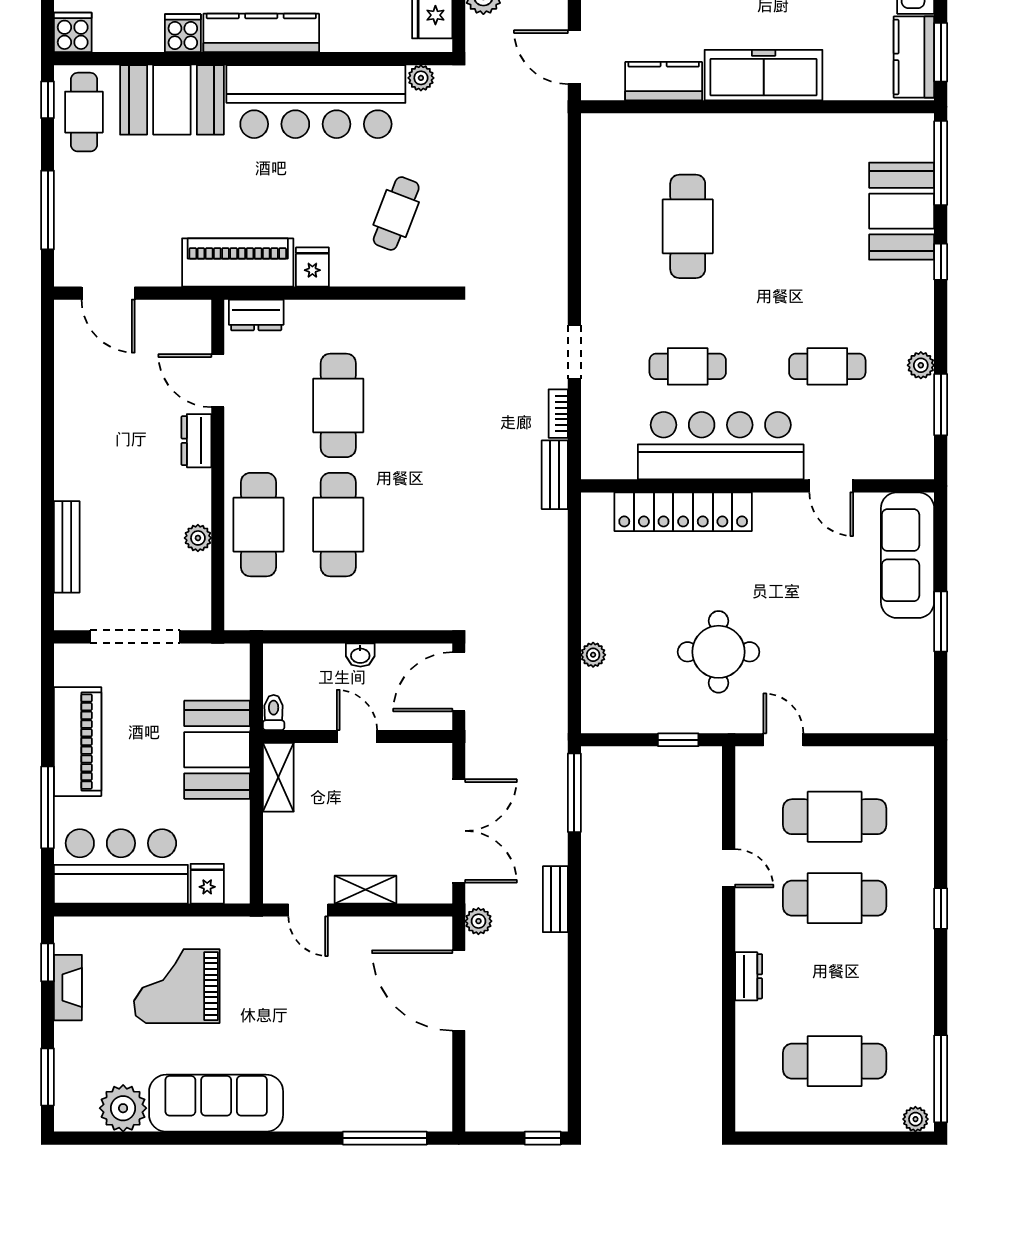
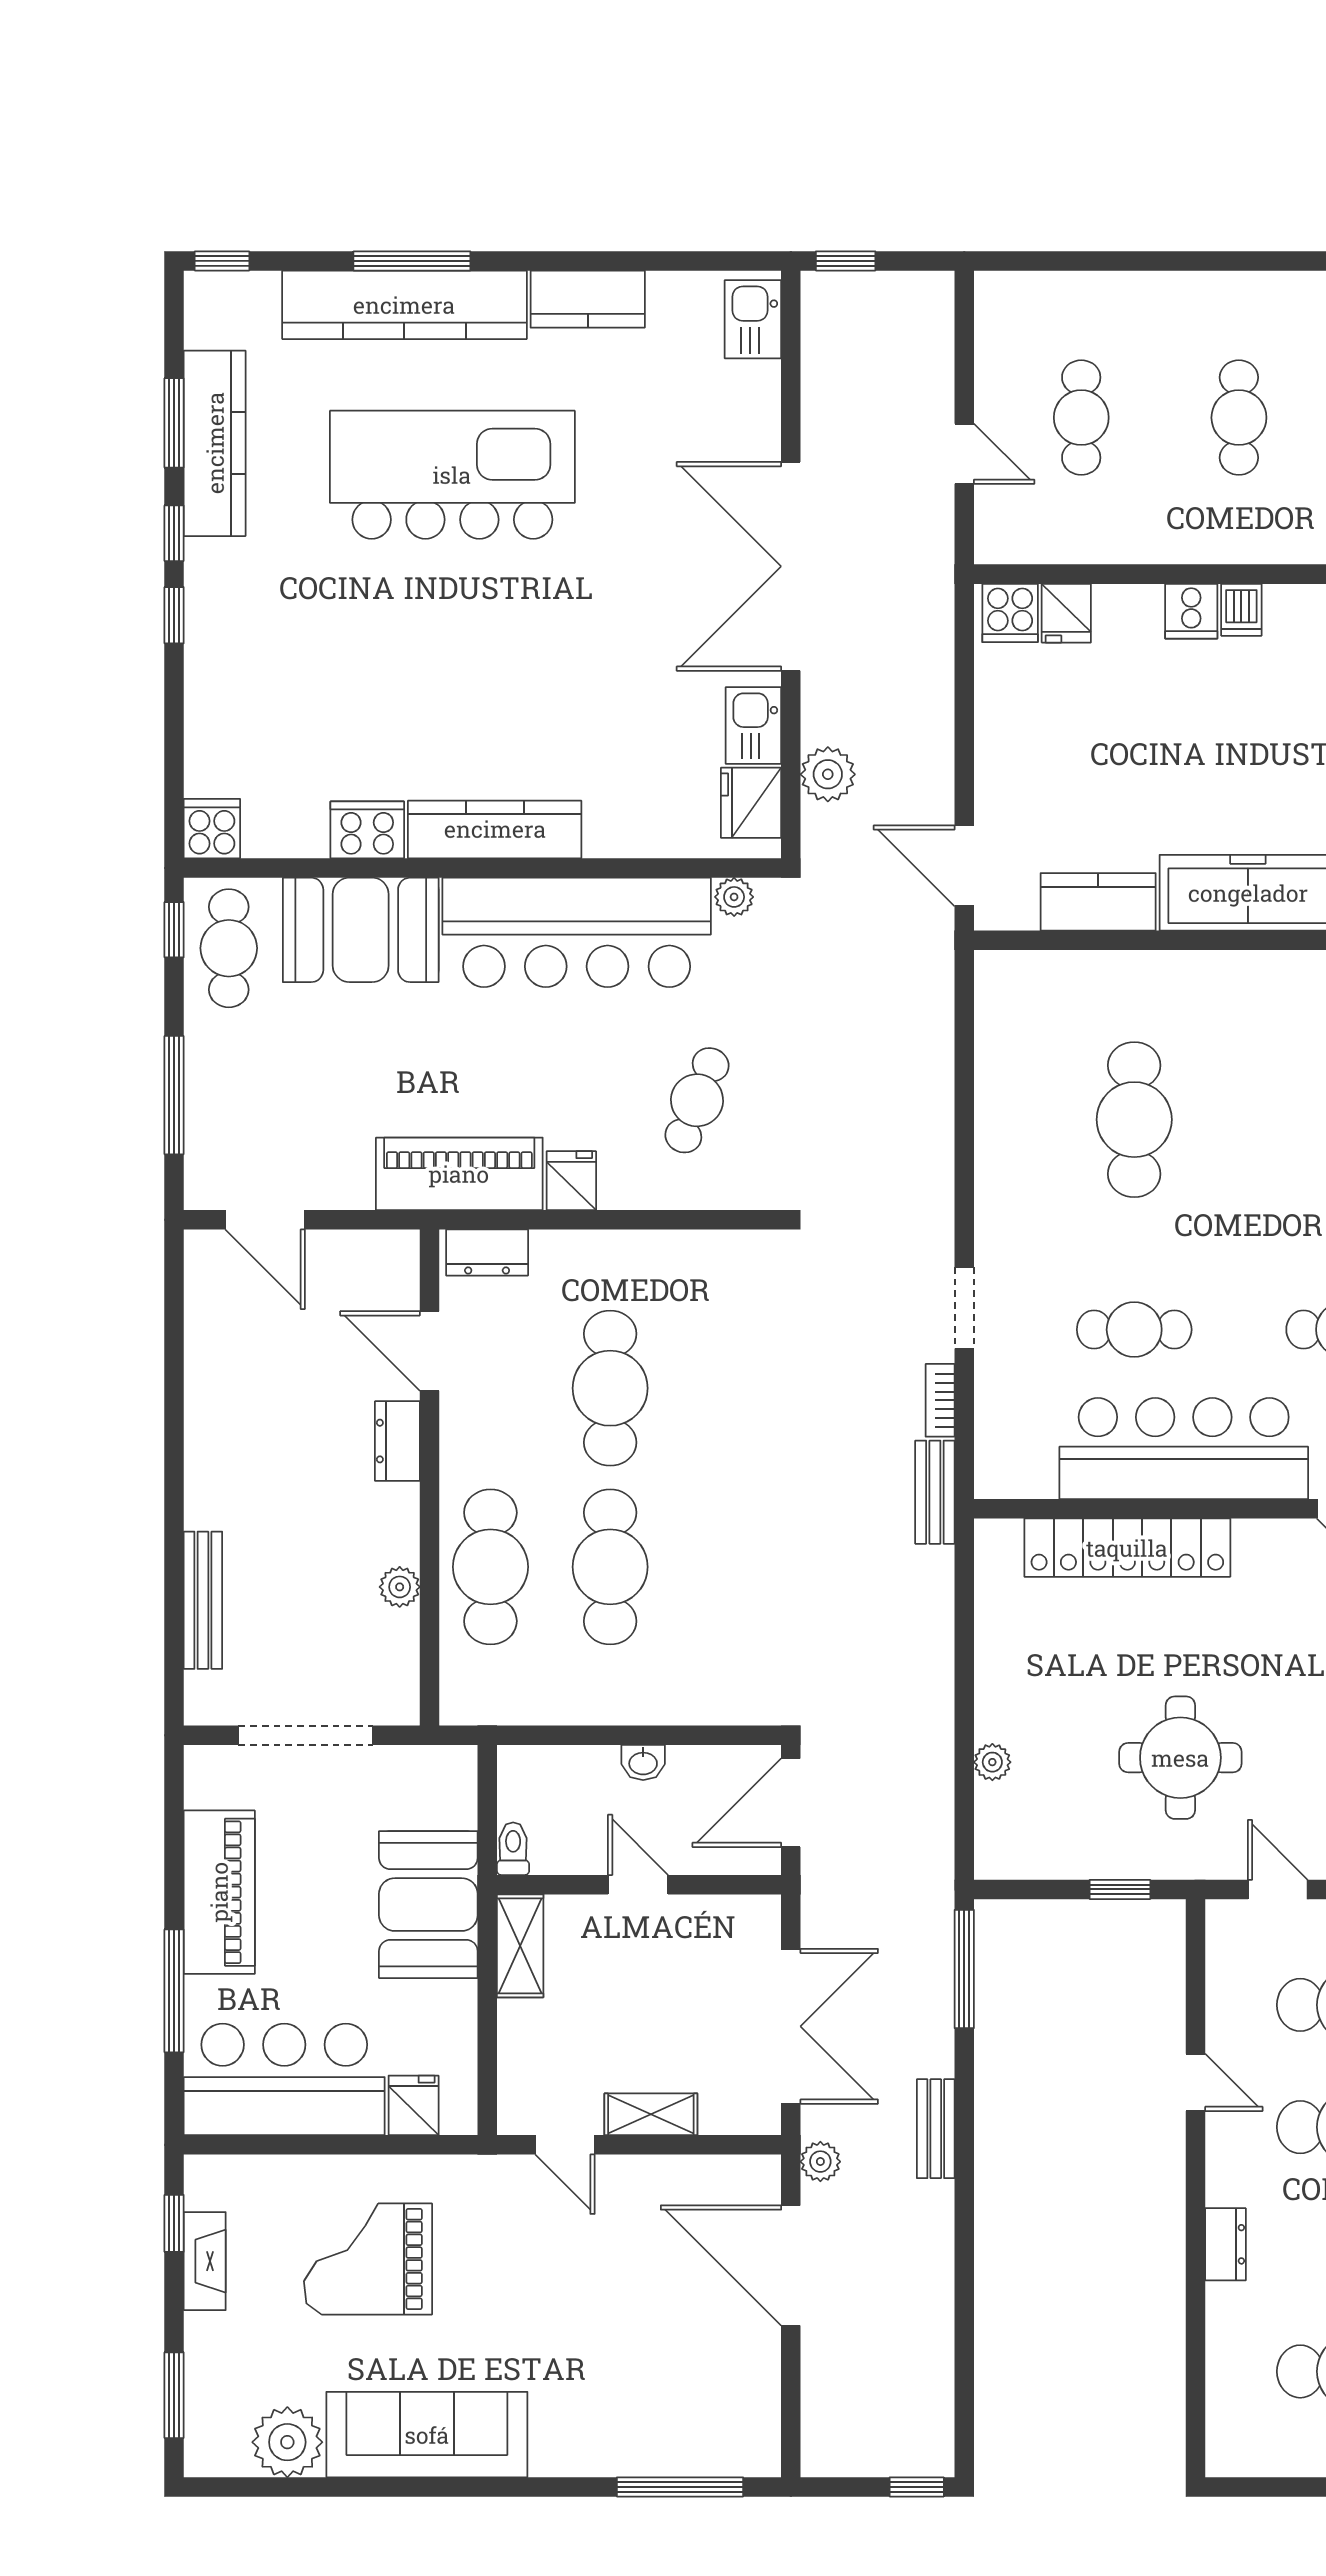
cooker: (183, 33) -> (367, 830), width x1.36

